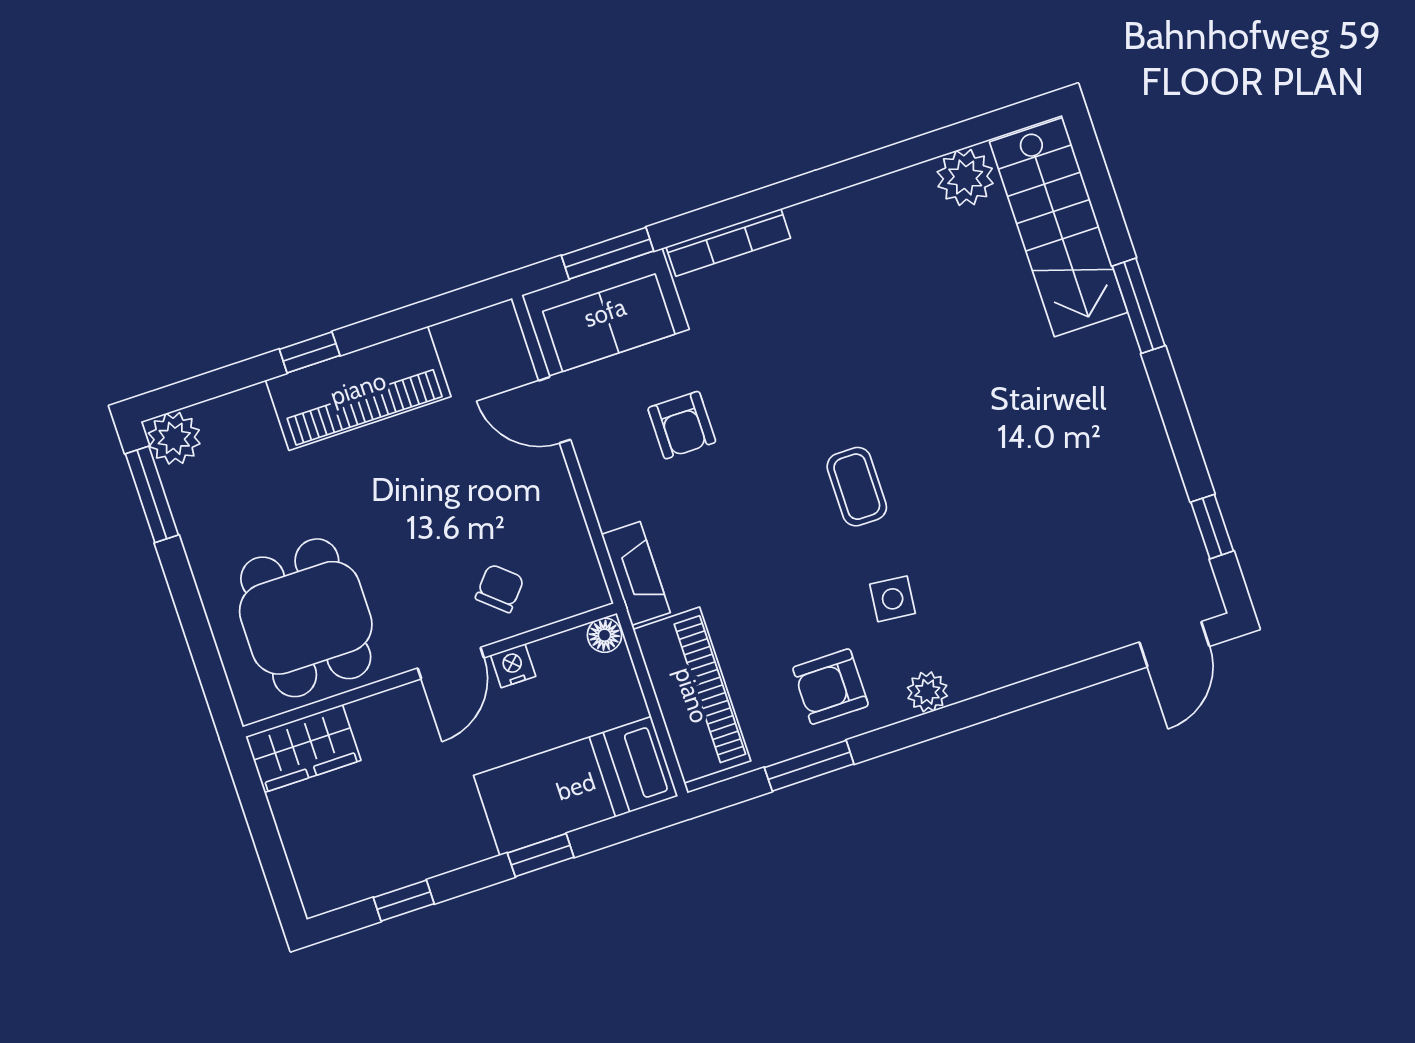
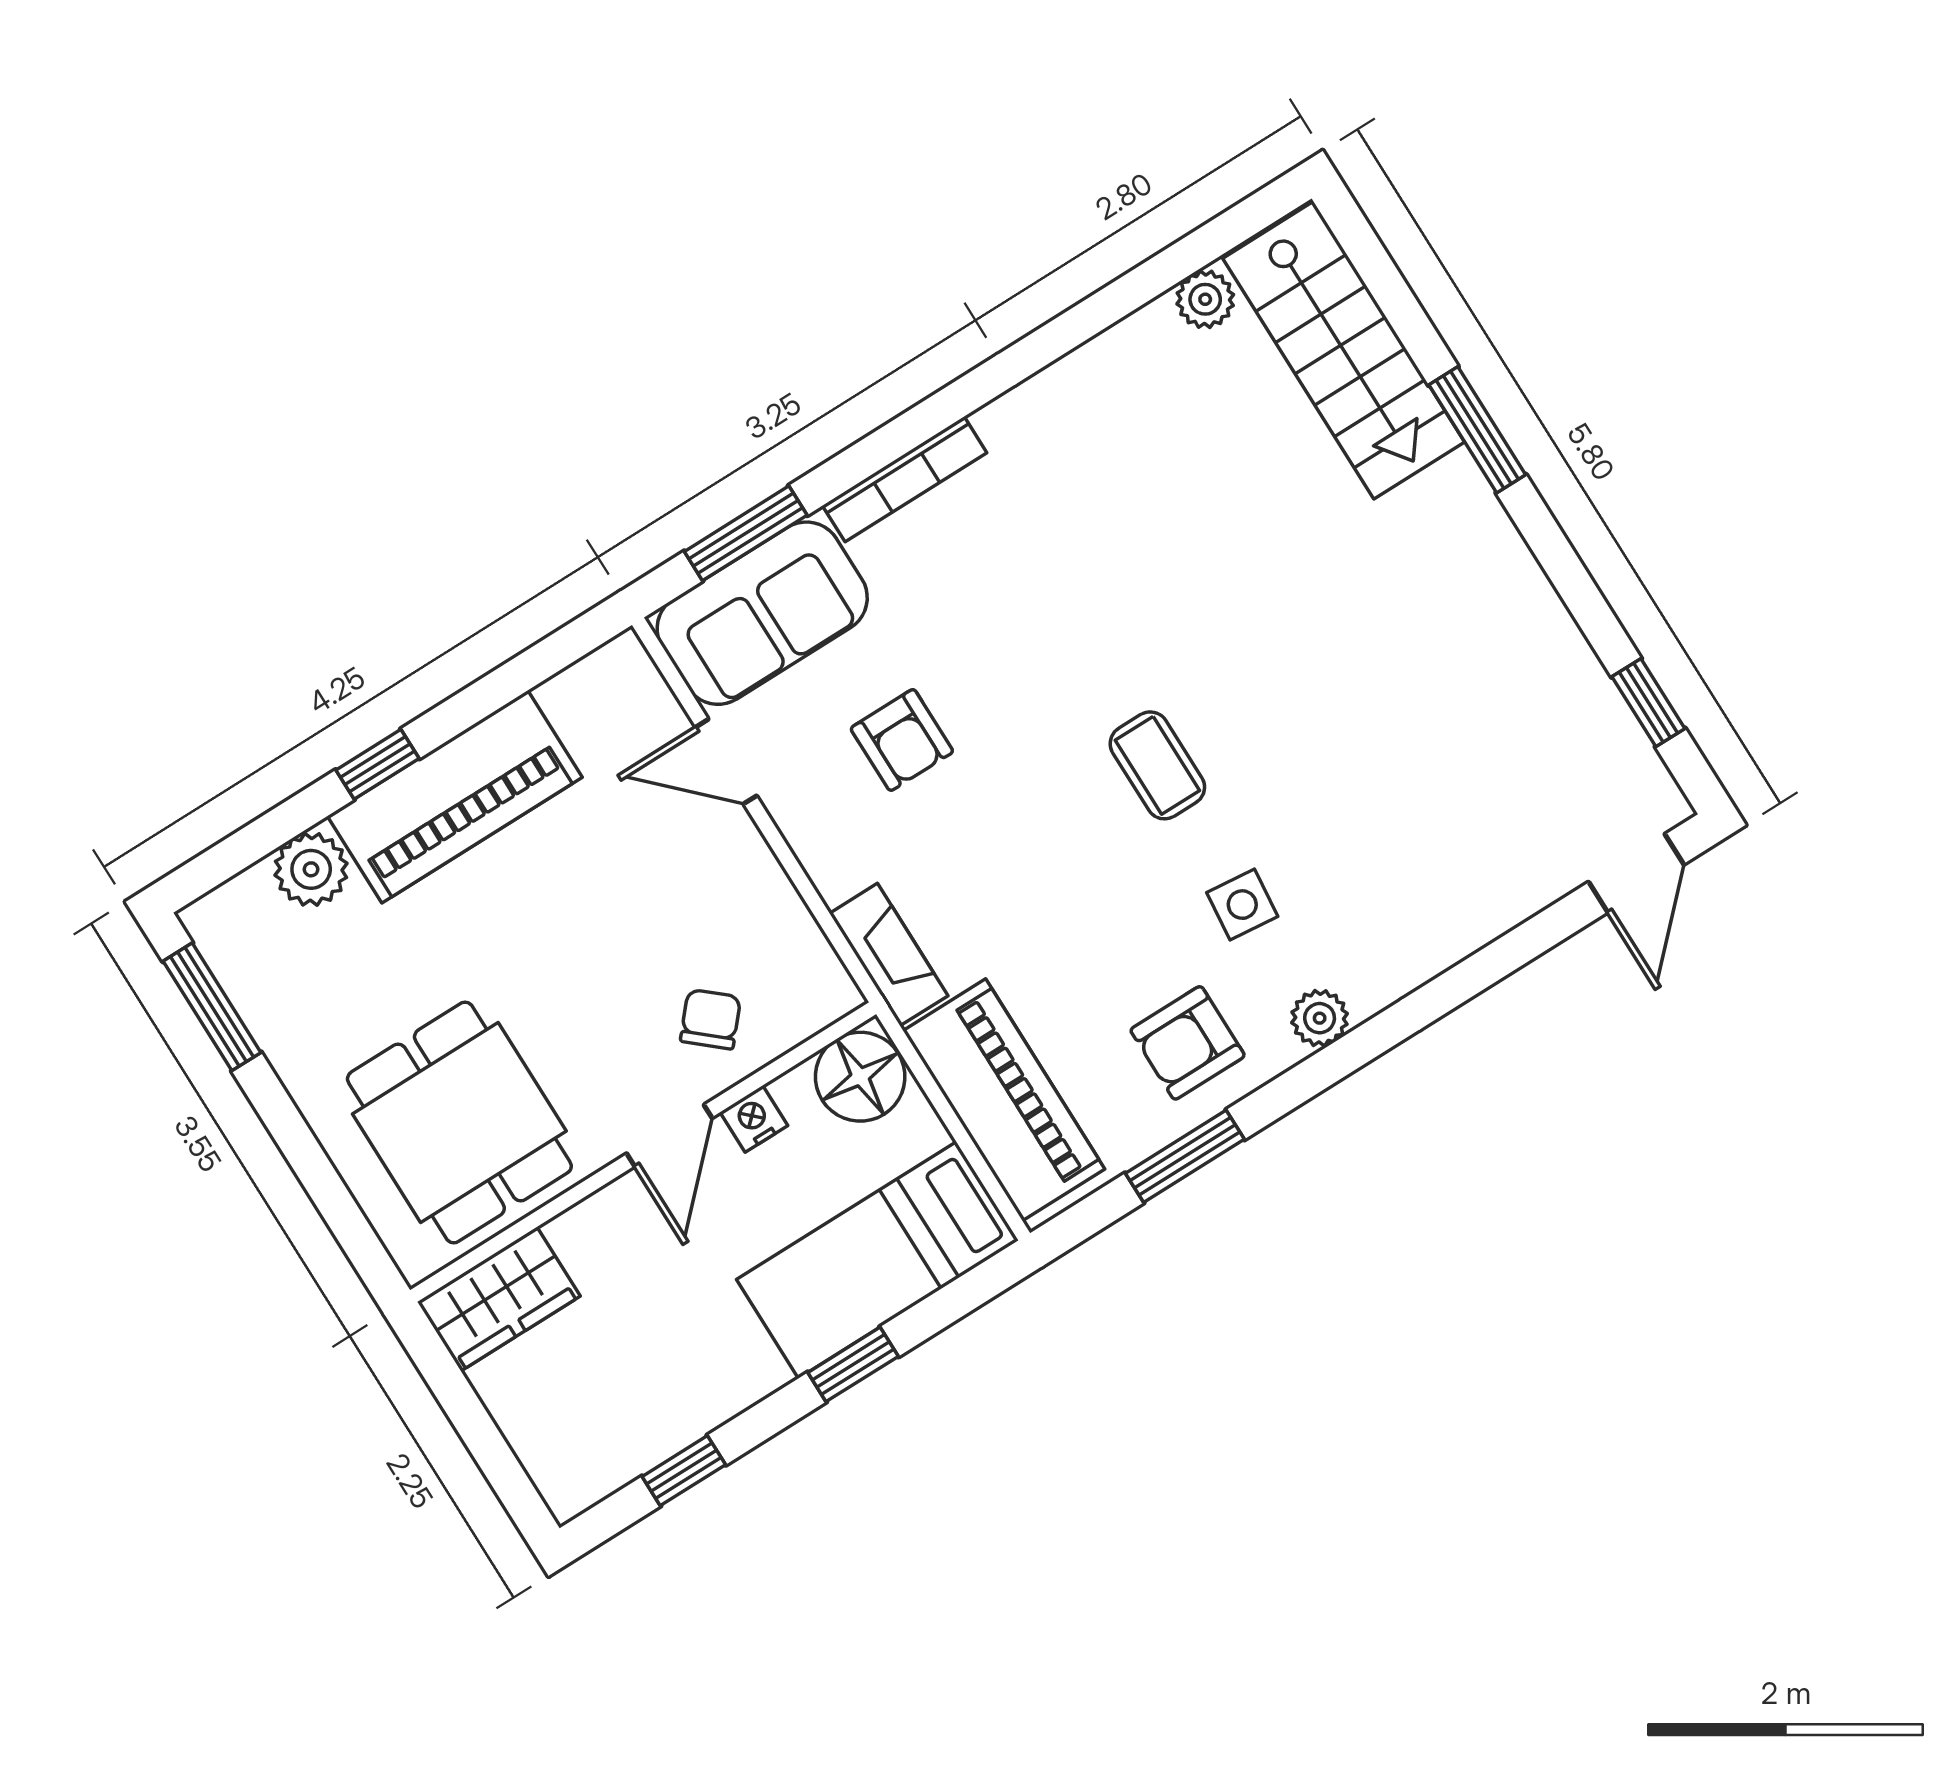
plant: (965, 178) -> (1205, 299), width x0.73, depth x0.73
plant: (174, 438) -> (311, 869), moved
floor lamp: (604, 635) -> (860, 1077), width x1.89, depth x1.89

